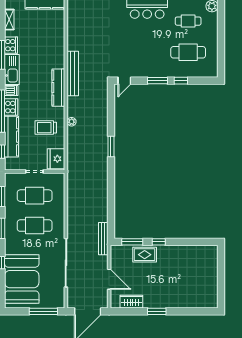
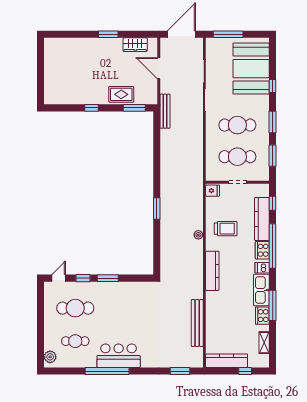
bench: (73, 74) -> (197, 323), moved
door: (124, 81) -> (59, 278), moved
fridge: (56, 159) -> (213, 191), width x0.53, depth x0.75
window: (159, 242) -> (92, 108), moved

